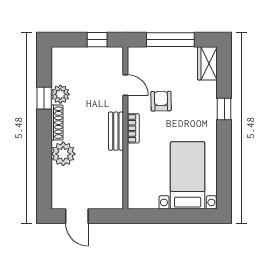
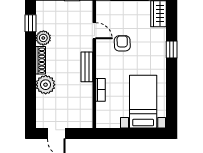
window: (44, 98) -> (31, 23), moved
bookcase: (133, 128) -> (101, 90), moved

